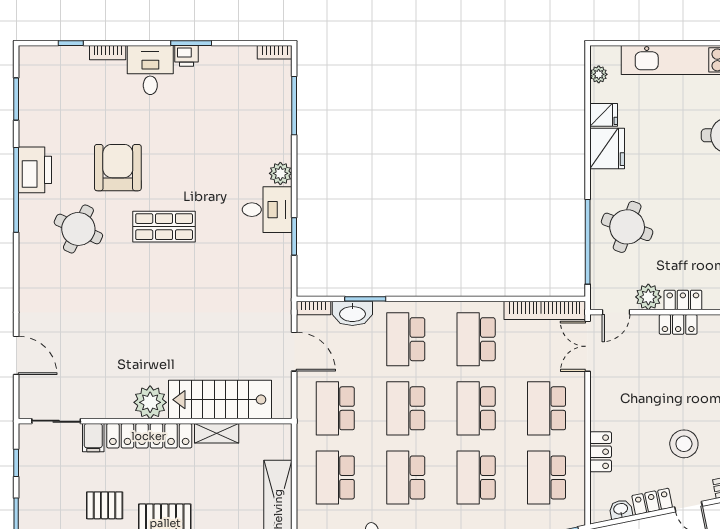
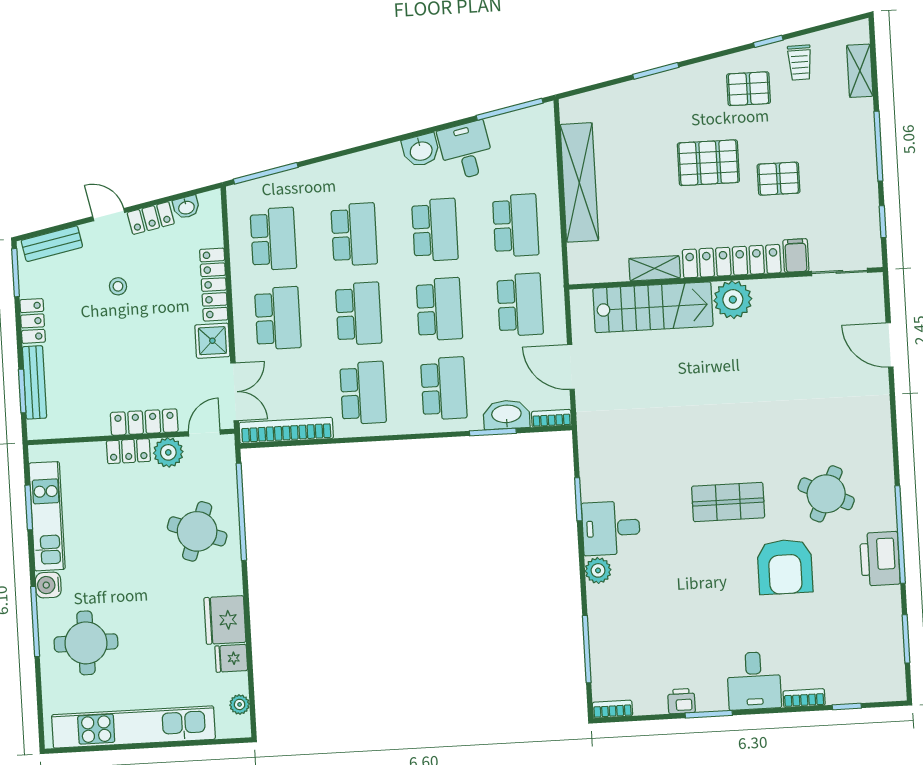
printer: (187, 56) -> (681, 701), moved
locker: (678, 324) -> (144, 422), width x1.53
shower: (605, 392) -> (212, 341), added
stool: (684, 444) -> (118, 286), width x0.53, depth x0.53
locker: (601, 452) -> (214, 285), width x1.53

